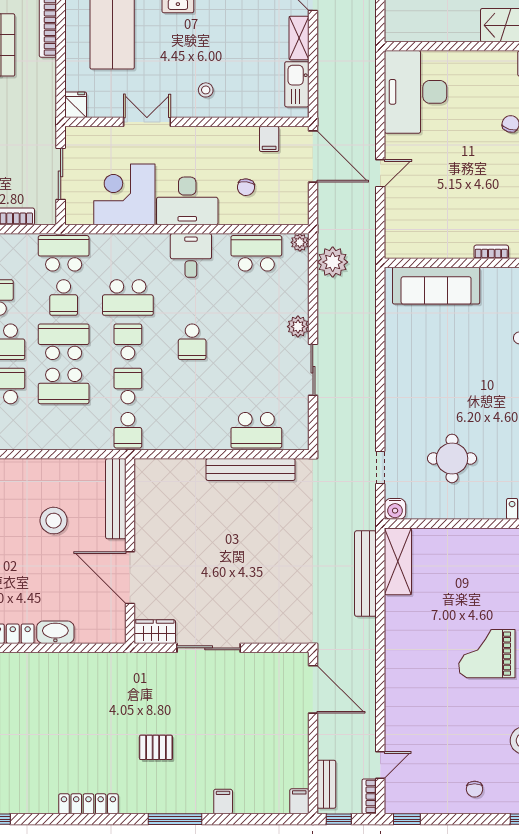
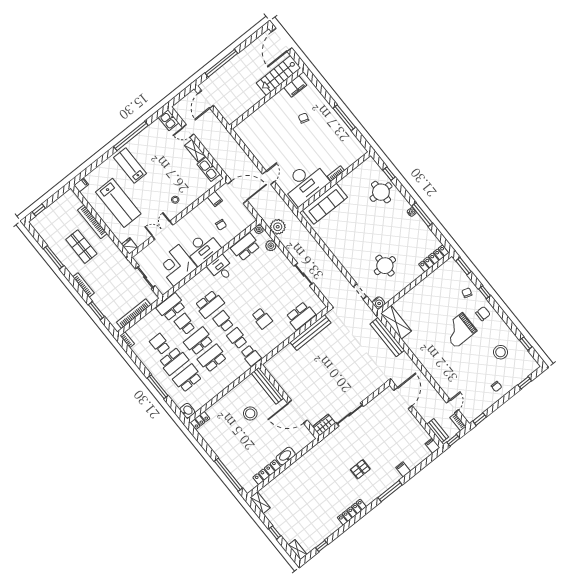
desk: (416, 92) -> (305, 183), moved, turned -90
school desk: (64, 298) -> (185, 324), turned 180
plant: (298, 327) -> (271, 246), moved
school desk: (192, 342) -> (262, 318), moved
school desk: (64, 386) -> (212, 358), turned 180
door: (313, 689) -> (403, 398), hinge flipped

